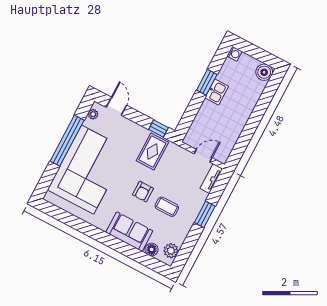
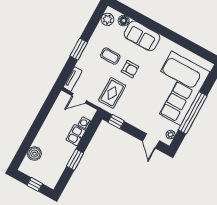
window: (254, 52) -> (35, 185), added
washing machine: (234, 54) -> (84, 123), moved
boiler: (264, 72) -> (34, 154), moved
kitchen sink: (217, 92) -> (76, 135), moved
rug: (152, 152) -> (112, 93), moved
armchair: (143, 192) -> (130, 69), turned 90

